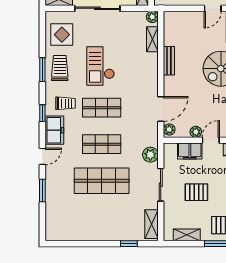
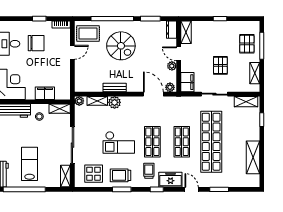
door: (213, 8) -> (72, 52), hinge flipped
filing cabinet: (190, 151) -> (187, 82), moved
plant: (150, 155) -> (115, 102), moved
shop shelf: (102, 181) -> (211, 142), width x1.40
shelving: (82, 233) -> (253, 157), added

